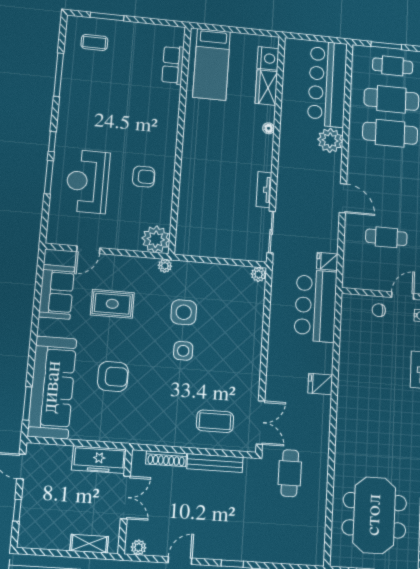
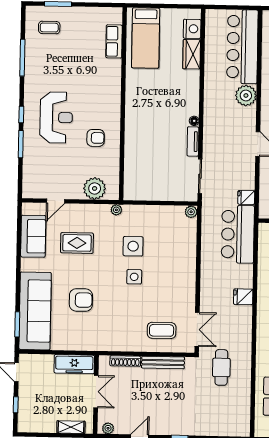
floor lamp: (269, 128) -> (194, 121), moved
reception desk: (88, 182) -> (56, 117), moved, turned 180
plant: (156, 239) -> (95, 188), moved

